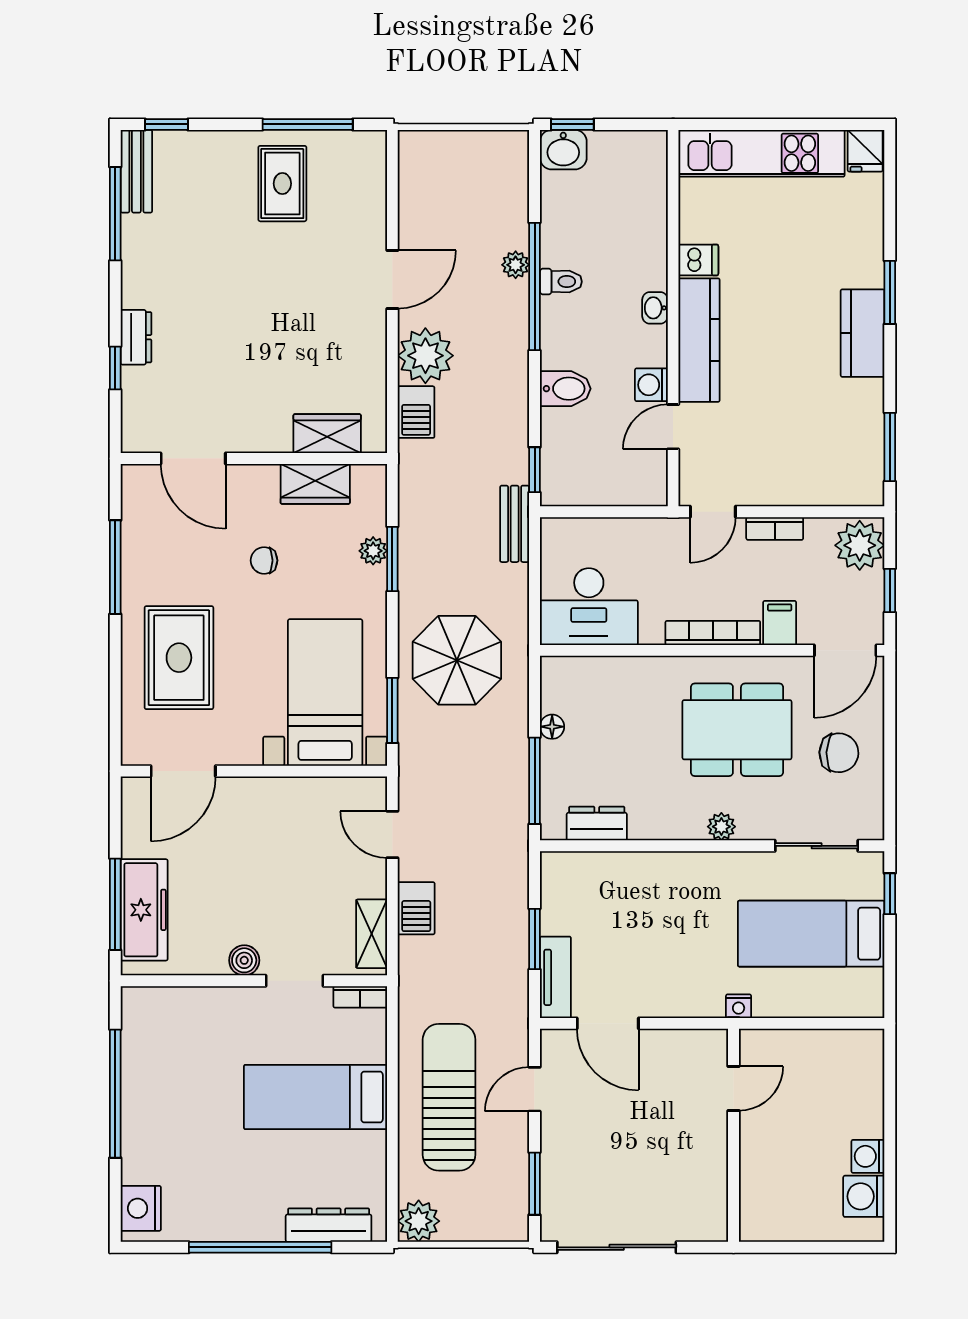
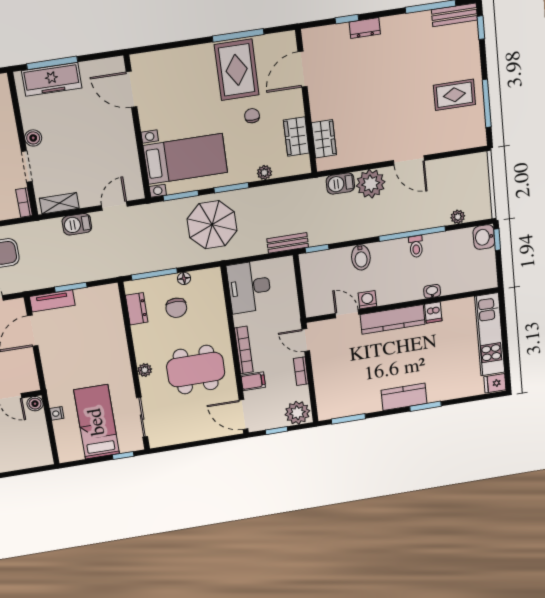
plant: (516, 265) -> (458, 217), moved
washbasin: (655, 308) -> (432, 291), moved
window: (392, 559) -> (231, 188), moved
rug: (179, 658) -> (237, 70), moved, turned 90
dining table: (737, 730) -> (196, 370), turned 90
chair: (839, 753) -> (176, 308), moved
nightstand: (739, 1006) -> (57, 413), moved
boiler: (754, 1044) -> (35, 404), added

